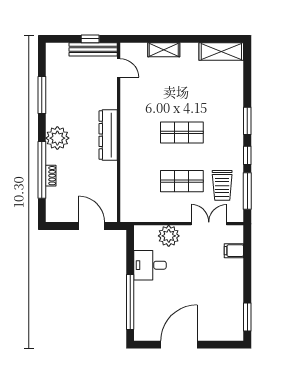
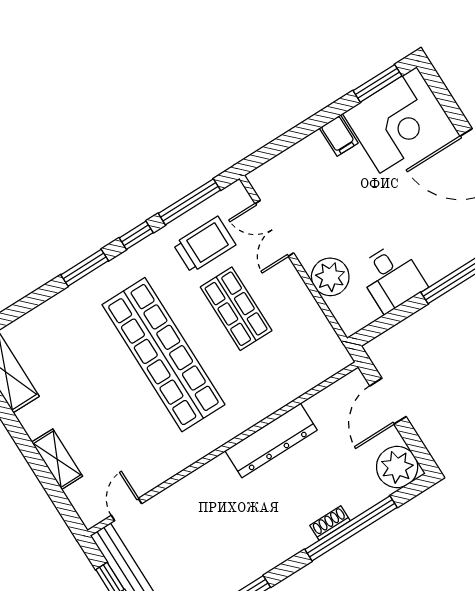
shop shelf: (182, 132) -> (163, 355), width x2.00, depth x1.36
dresser: (108, 135) -> (271, 440), moved
plant: (57, 138) -> (397, 467), moved
shoe rack: (51, 176) -> (330, 523), moved
filing cabinet: (234, 251) -> (339, 136), moved
corner desk: (223, 311) -> (391, 125), added

